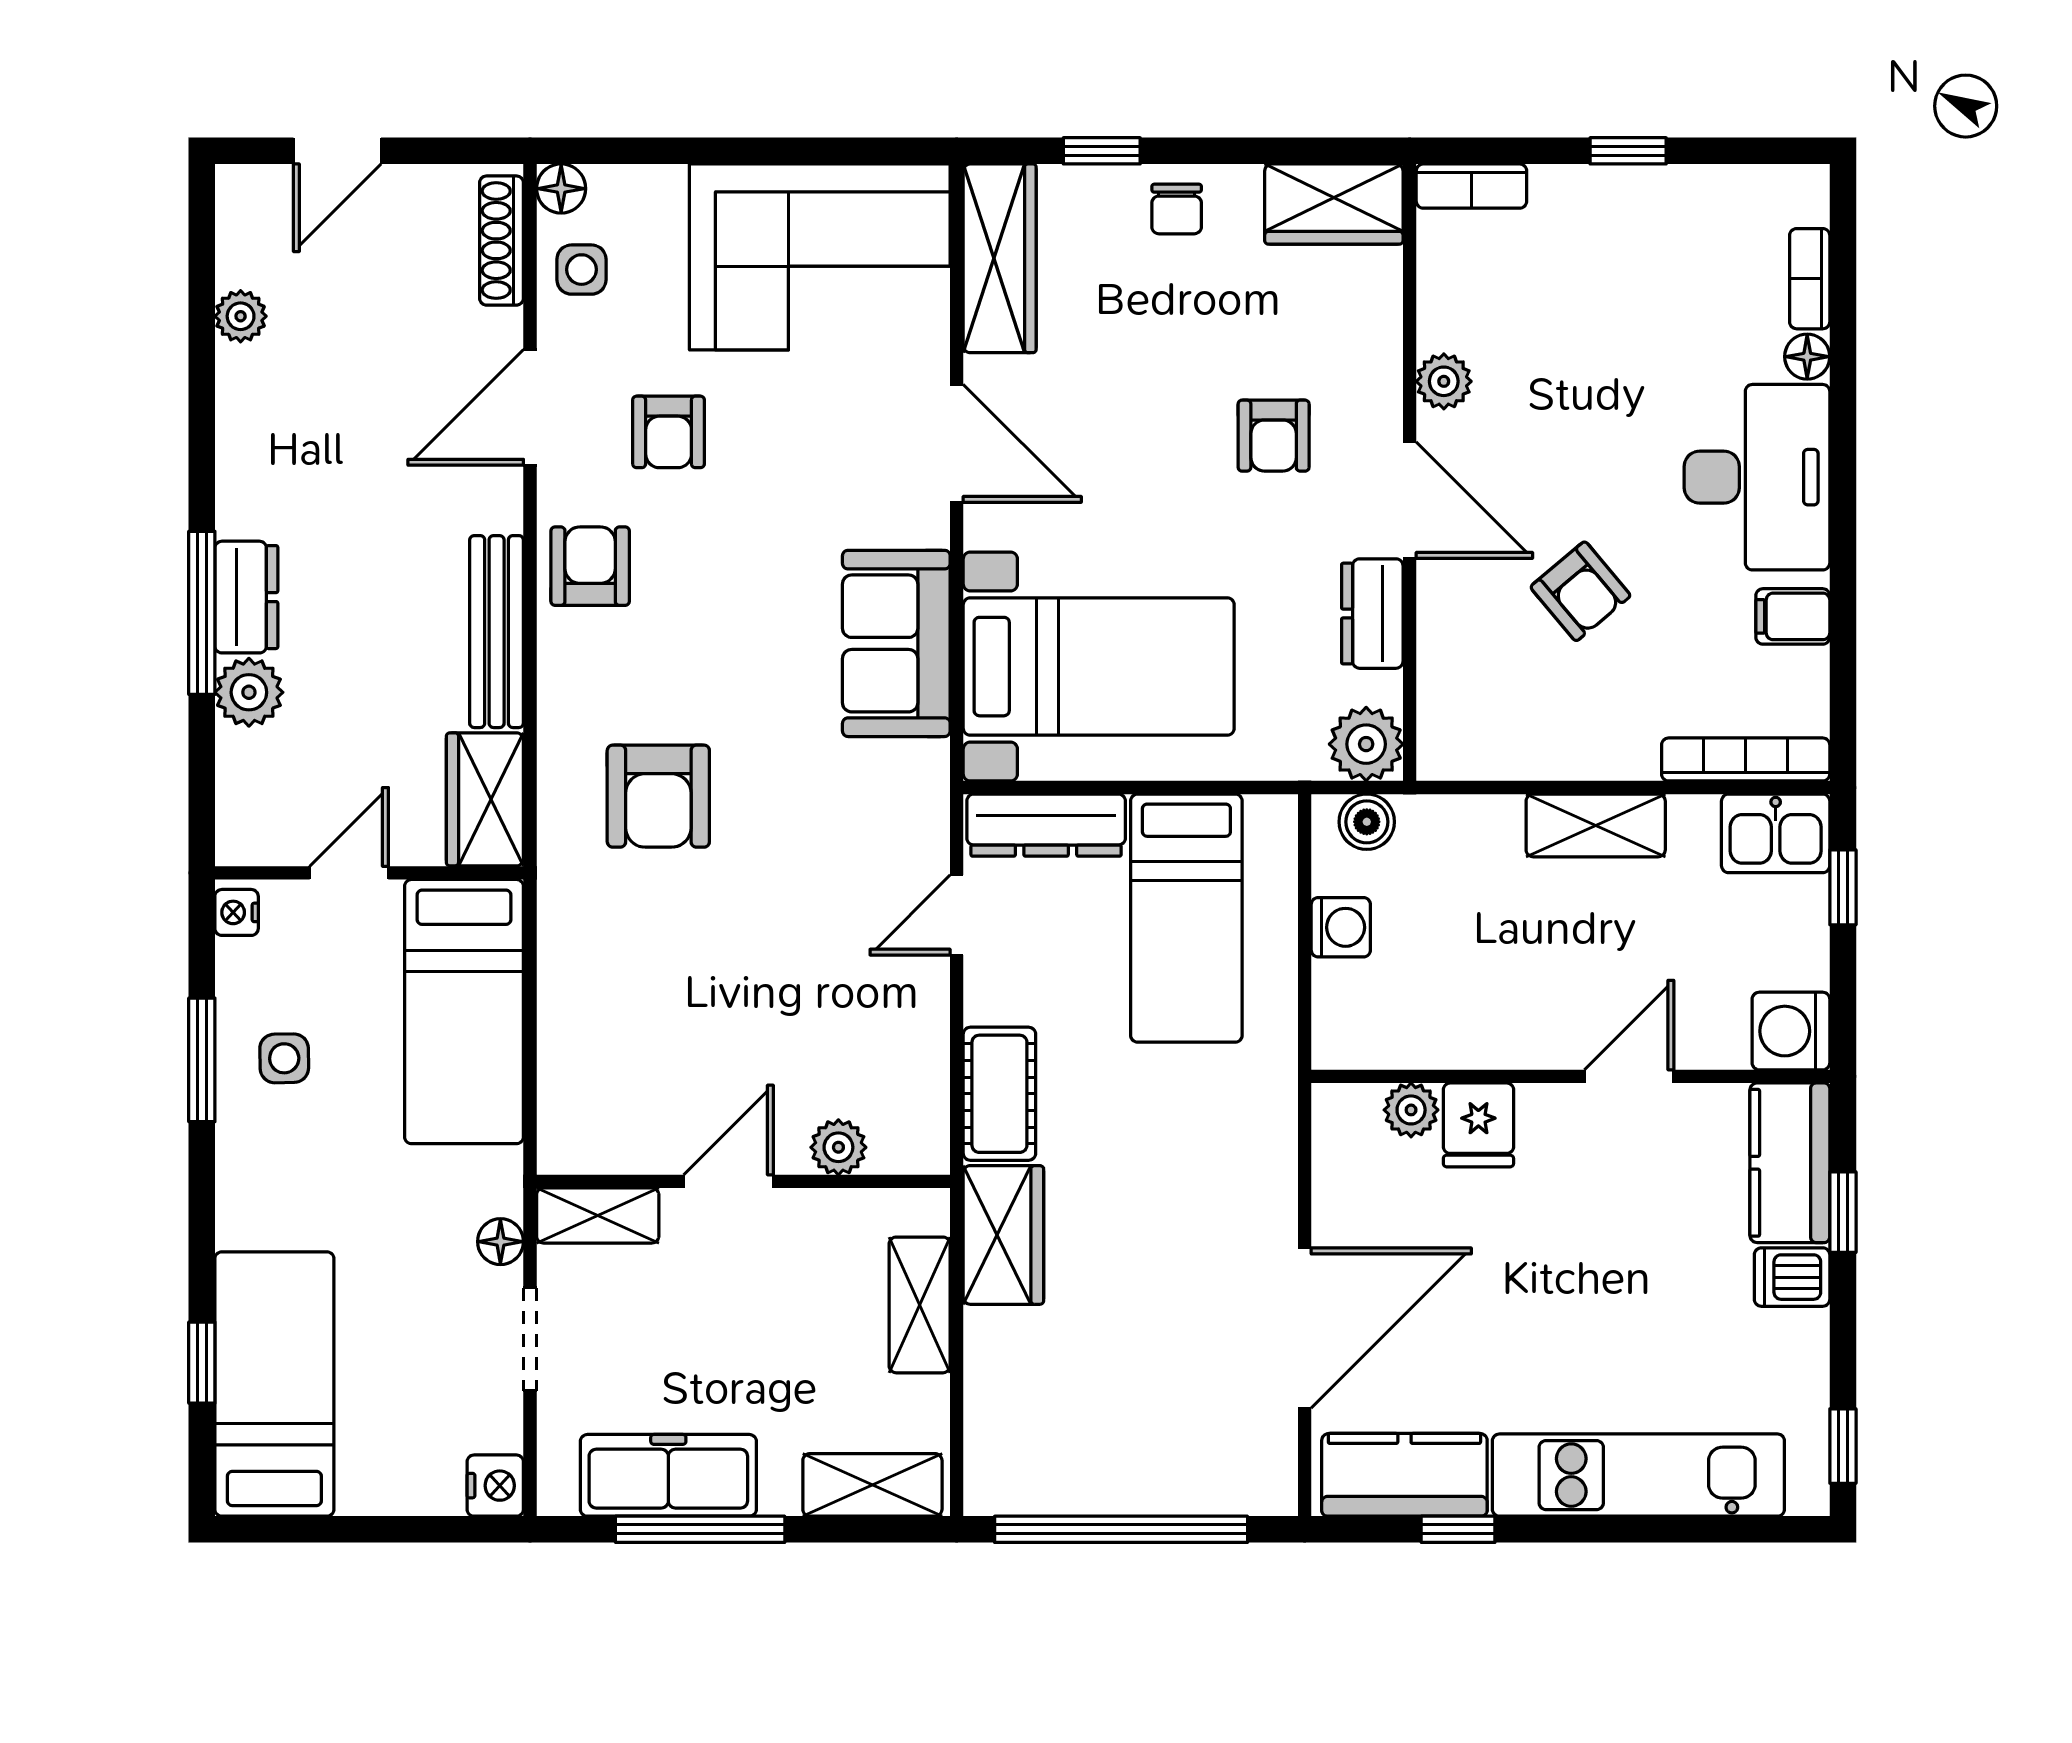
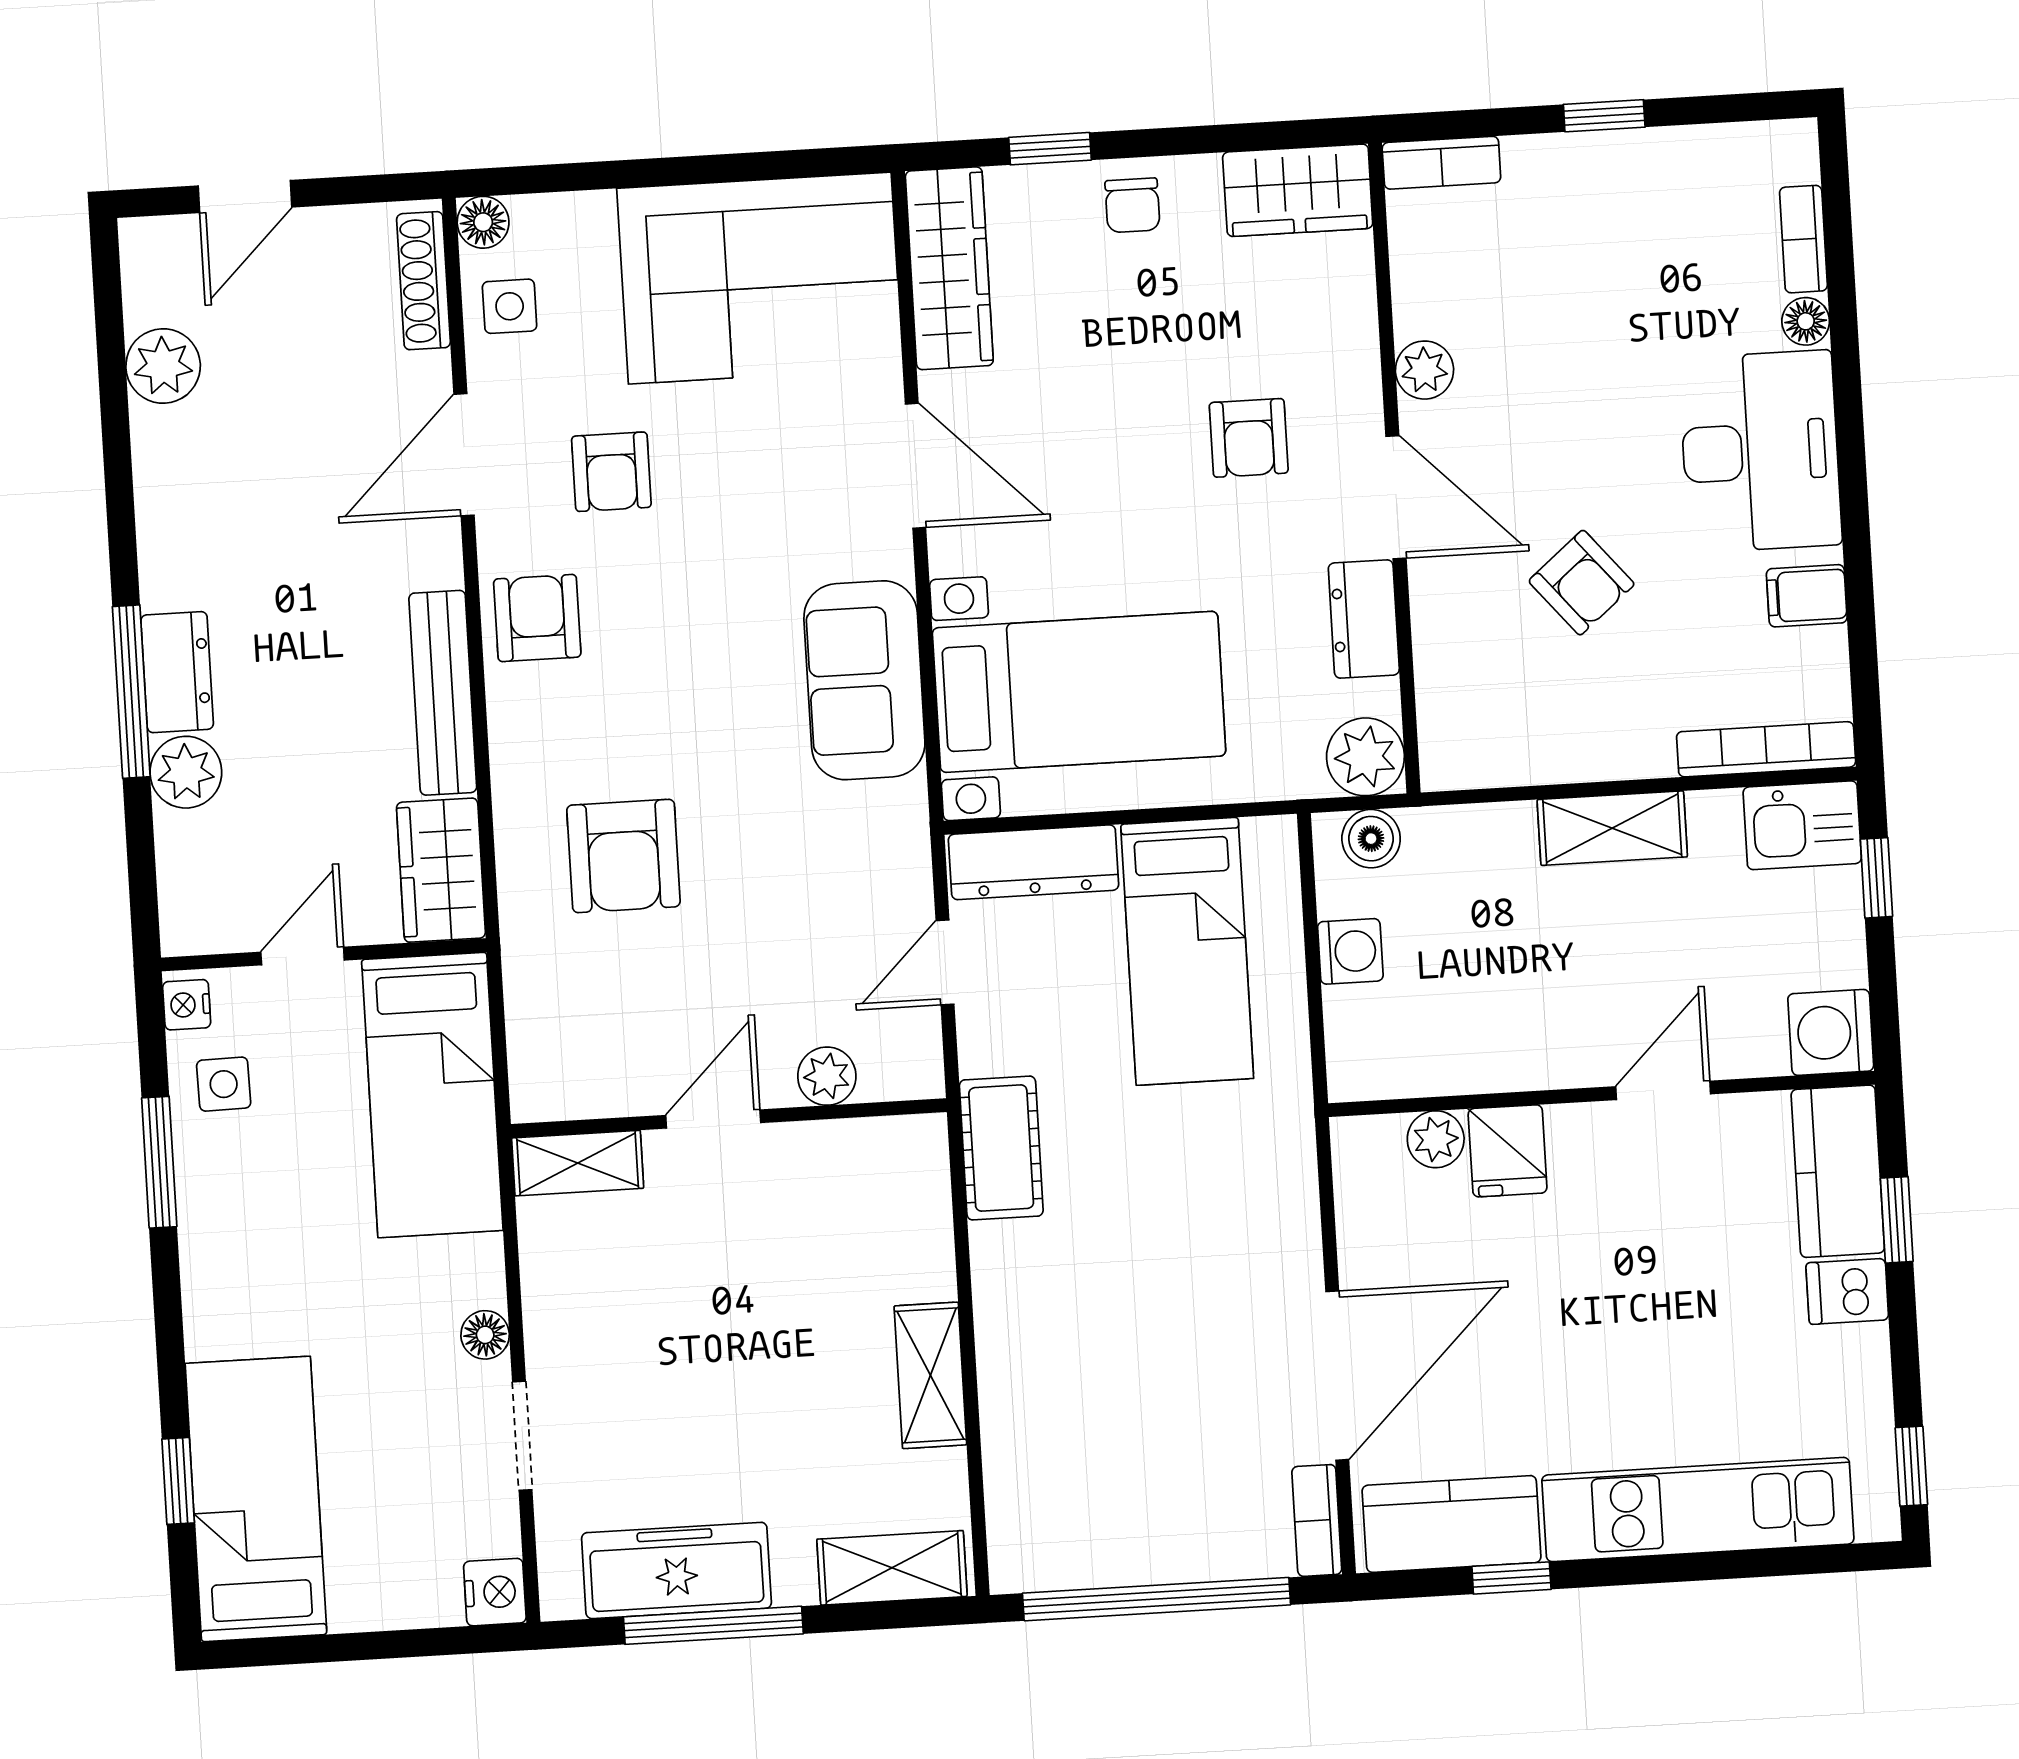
plant: (241, 316) -> (163, 366), width x1.38, depth x1.38
side table: (284, 1058) -> (224, 1084), moved
plant: (838, 1147) -> (827, 1076), moved
door: (728, 1181) -> (713, 1119), moved
wall: (743, 1181) -> (729, 1118), moved
shelving: (598, 1216) -> (578, 1163), moved
wardrobe: (1003, 1235) -> (1014, 1296), removed
bookcase: (1277, 1464) -> (1317, 1520), added

